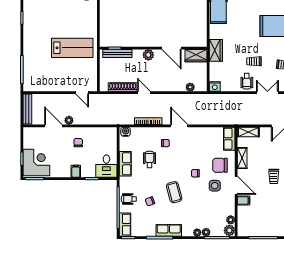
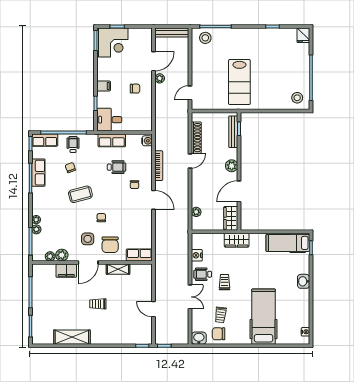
stool: (32, 79) -> (205, 38), added
nightstand: (215, 87) -> (197, 255), moved
door: (179, 126) -> (154, 200), hinge flipped
shelving: (248, 132) -> (147, 276), removed
chair: (220, 165) -> (110, 245), turned 180
filing cabinet: (244, 200) -> (66, 271), width x2.00
row of seats: (169, 230) -> (38, 173), moved
plant: (229, 230) -> (62, 255), moved

